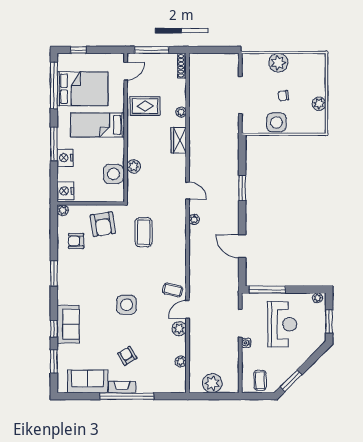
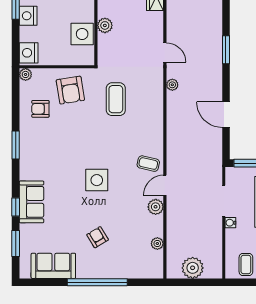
fireplace: (122, 387) -> (92, 272), removed

